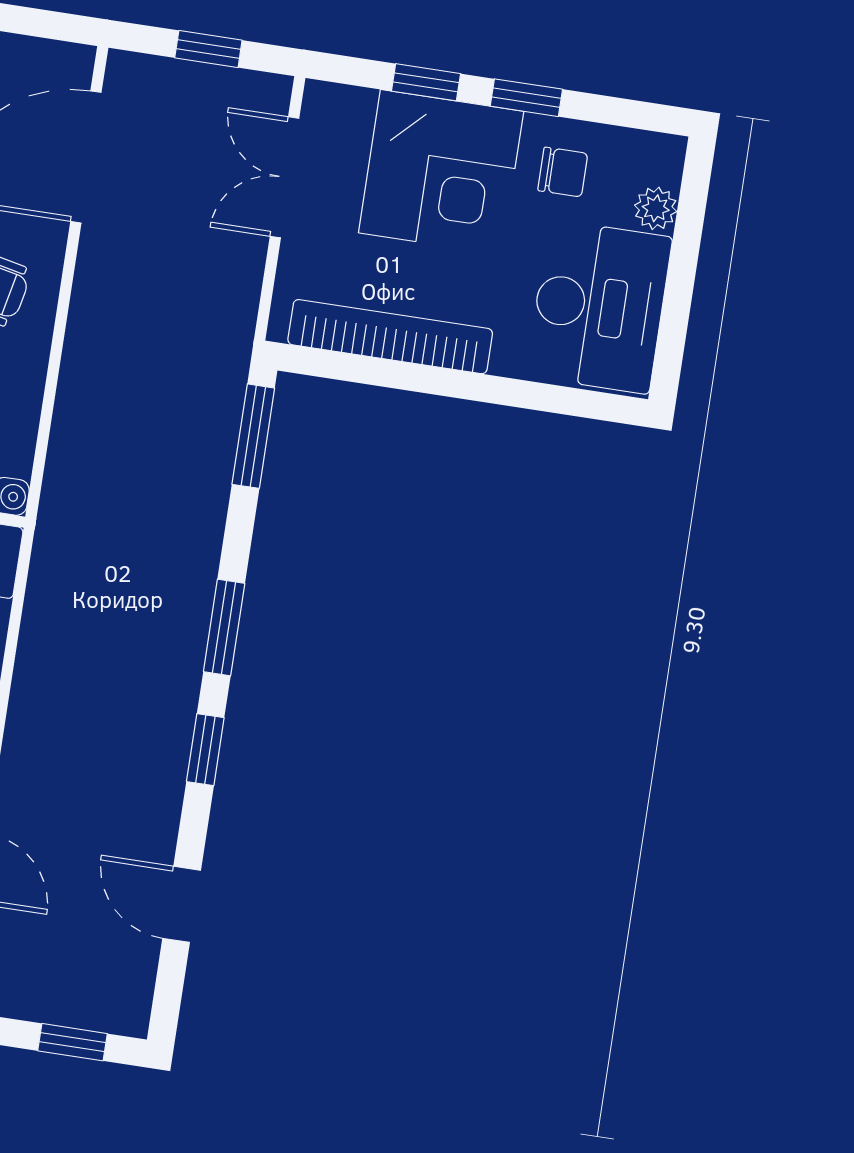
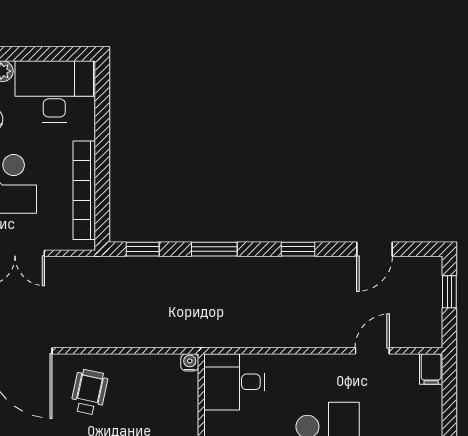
window: (253, 436) -> (143, 249), width x0.67
window: (224, 627) -> (214, 249), moved

